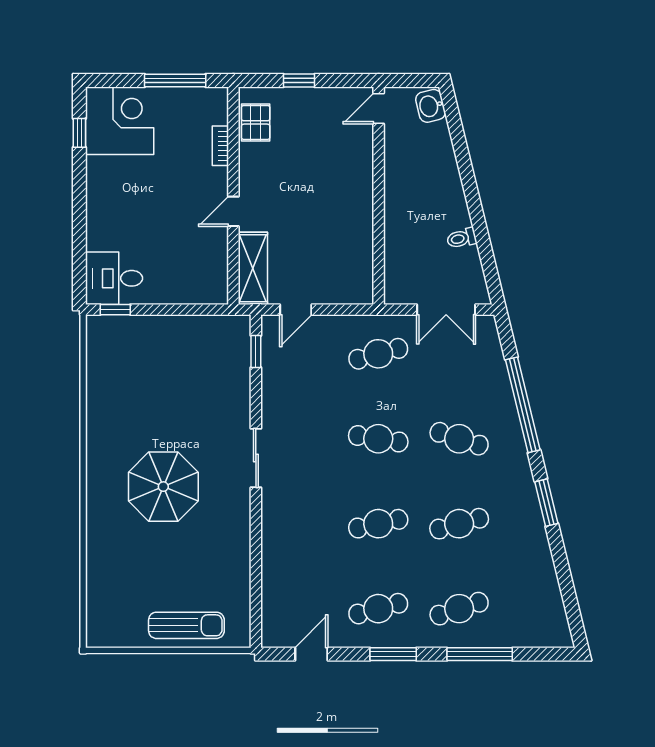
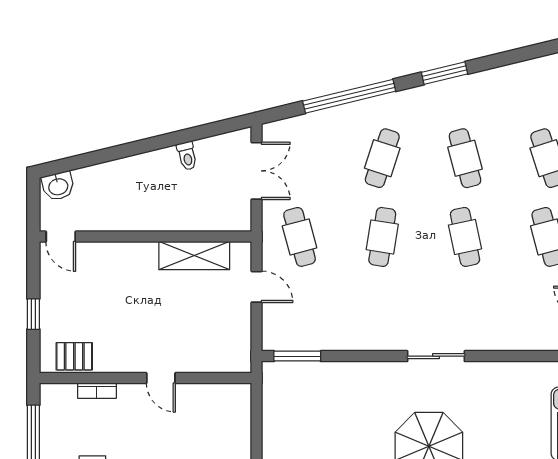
shelving: (253, 268) -> (194, 256), moved
door: (296, 310) -> (257, 287), moved
window: (256, 352) -> (297, 356), width x1.50
sliding door: (256, 458) -> (436, 356), moved

